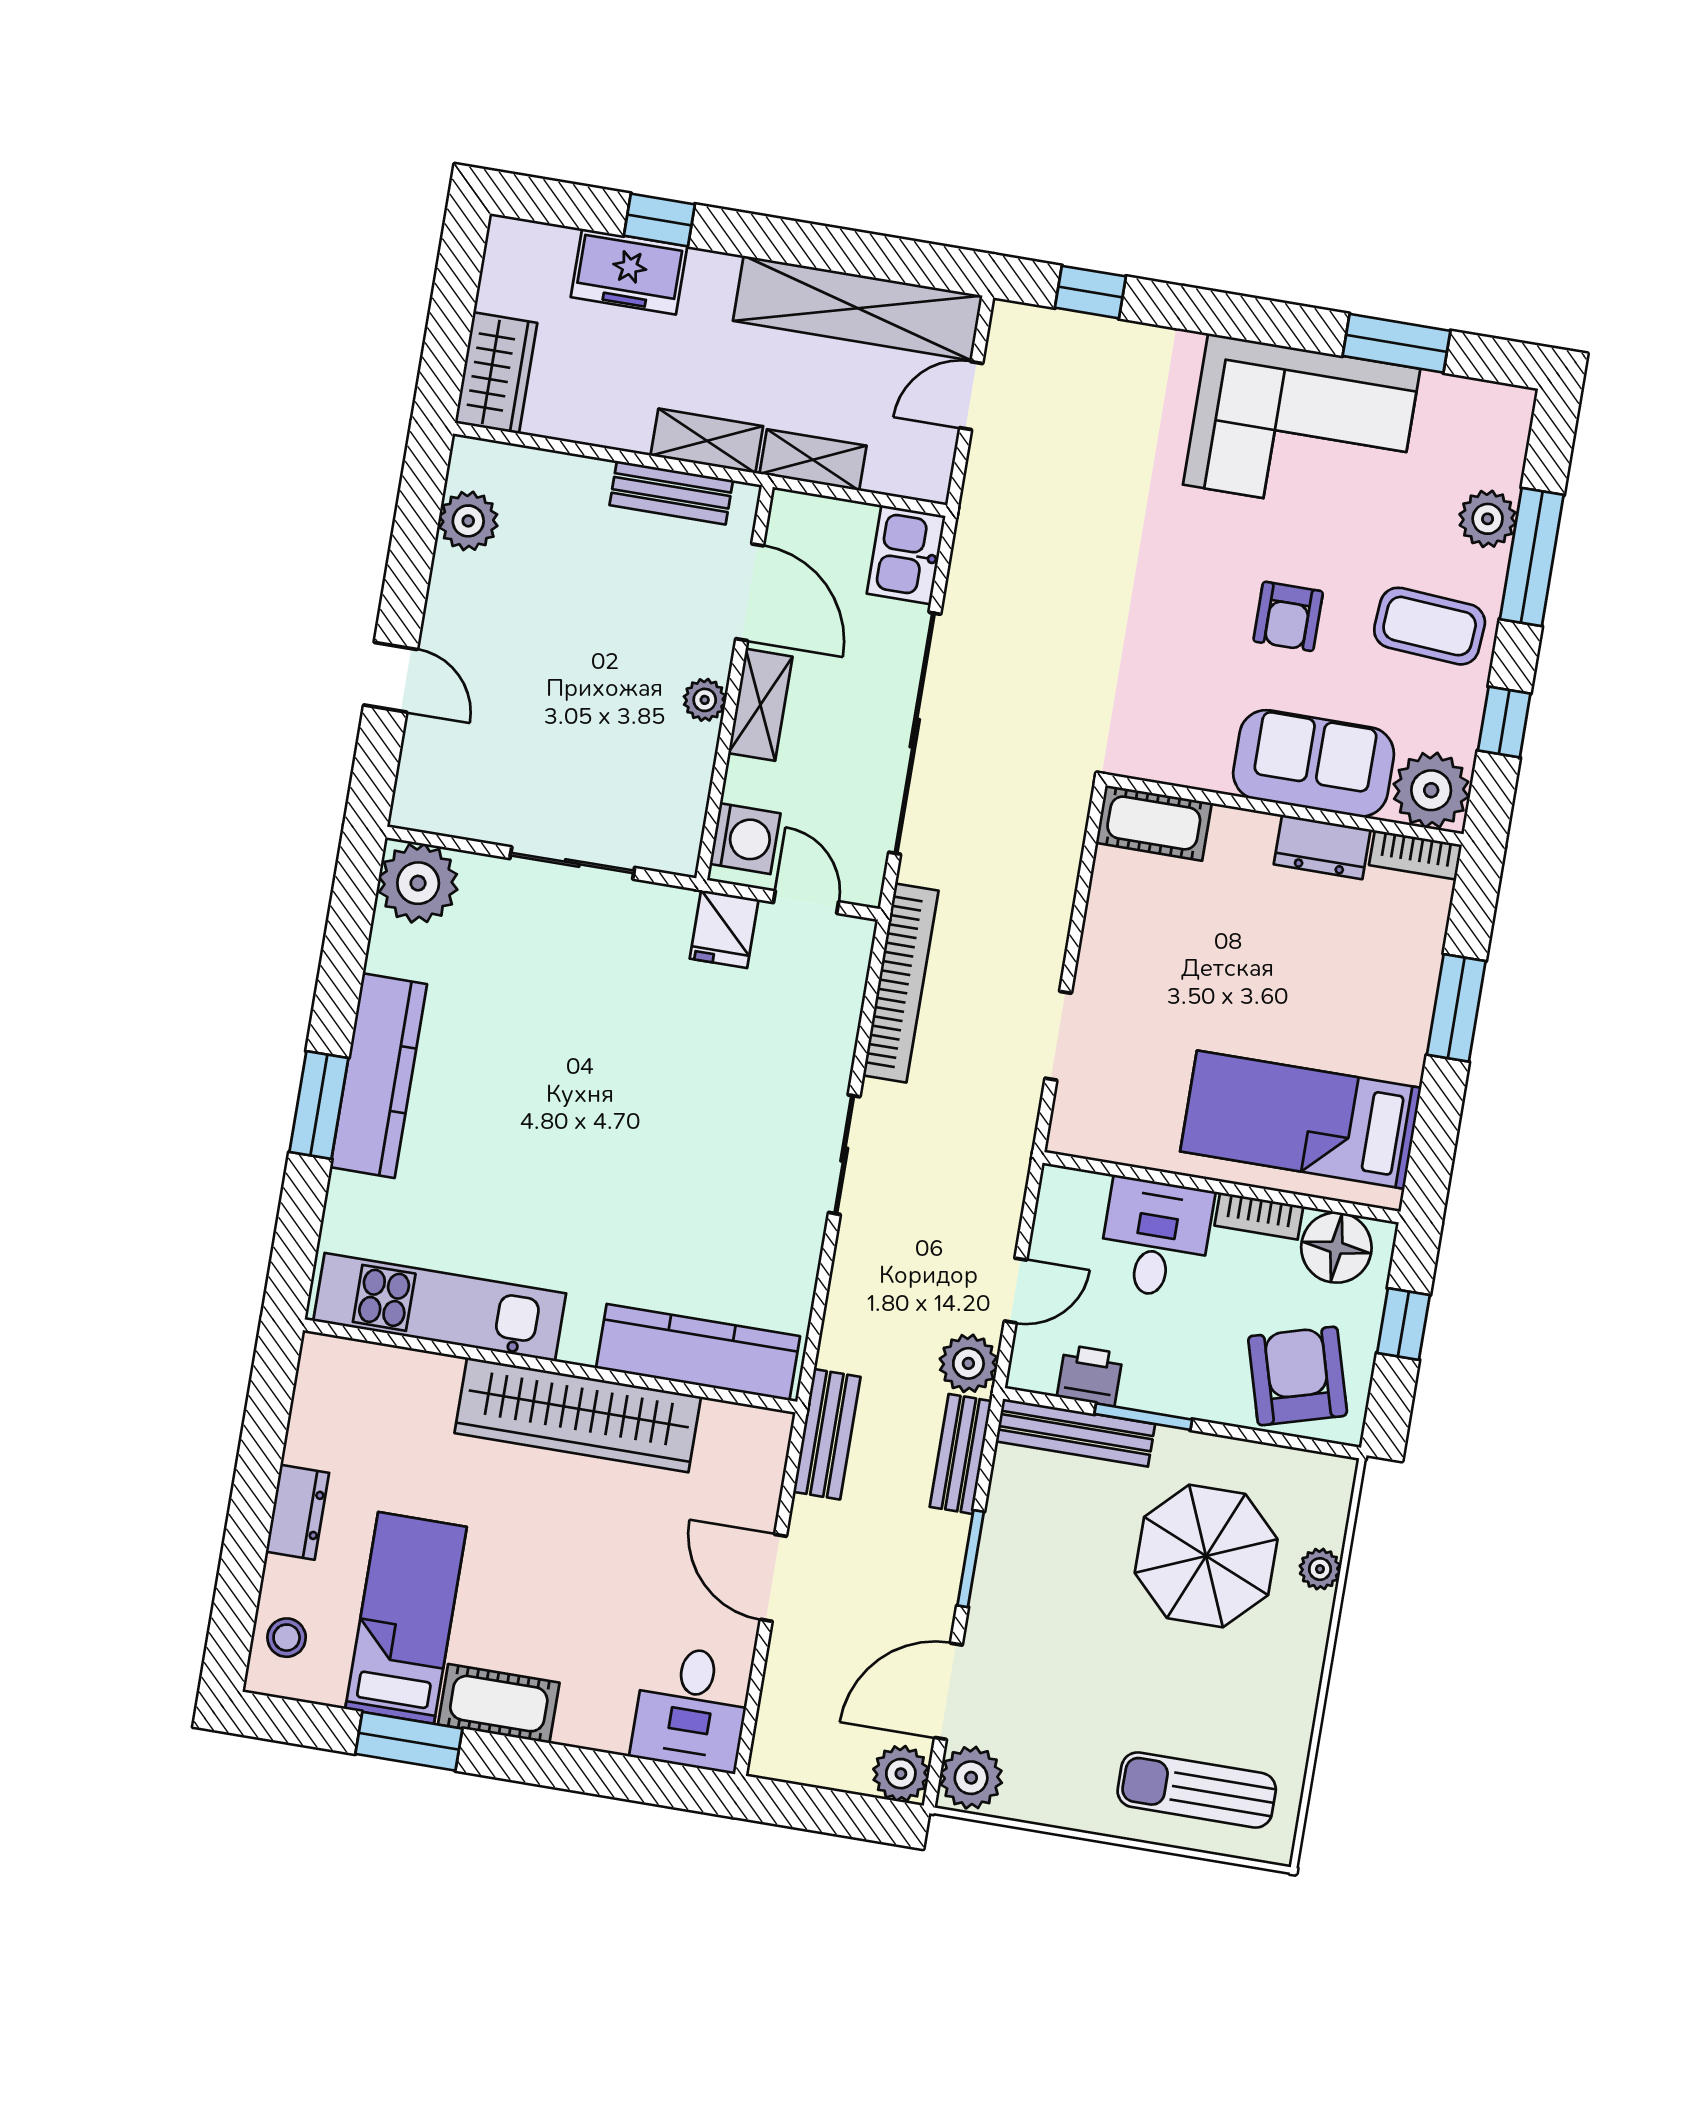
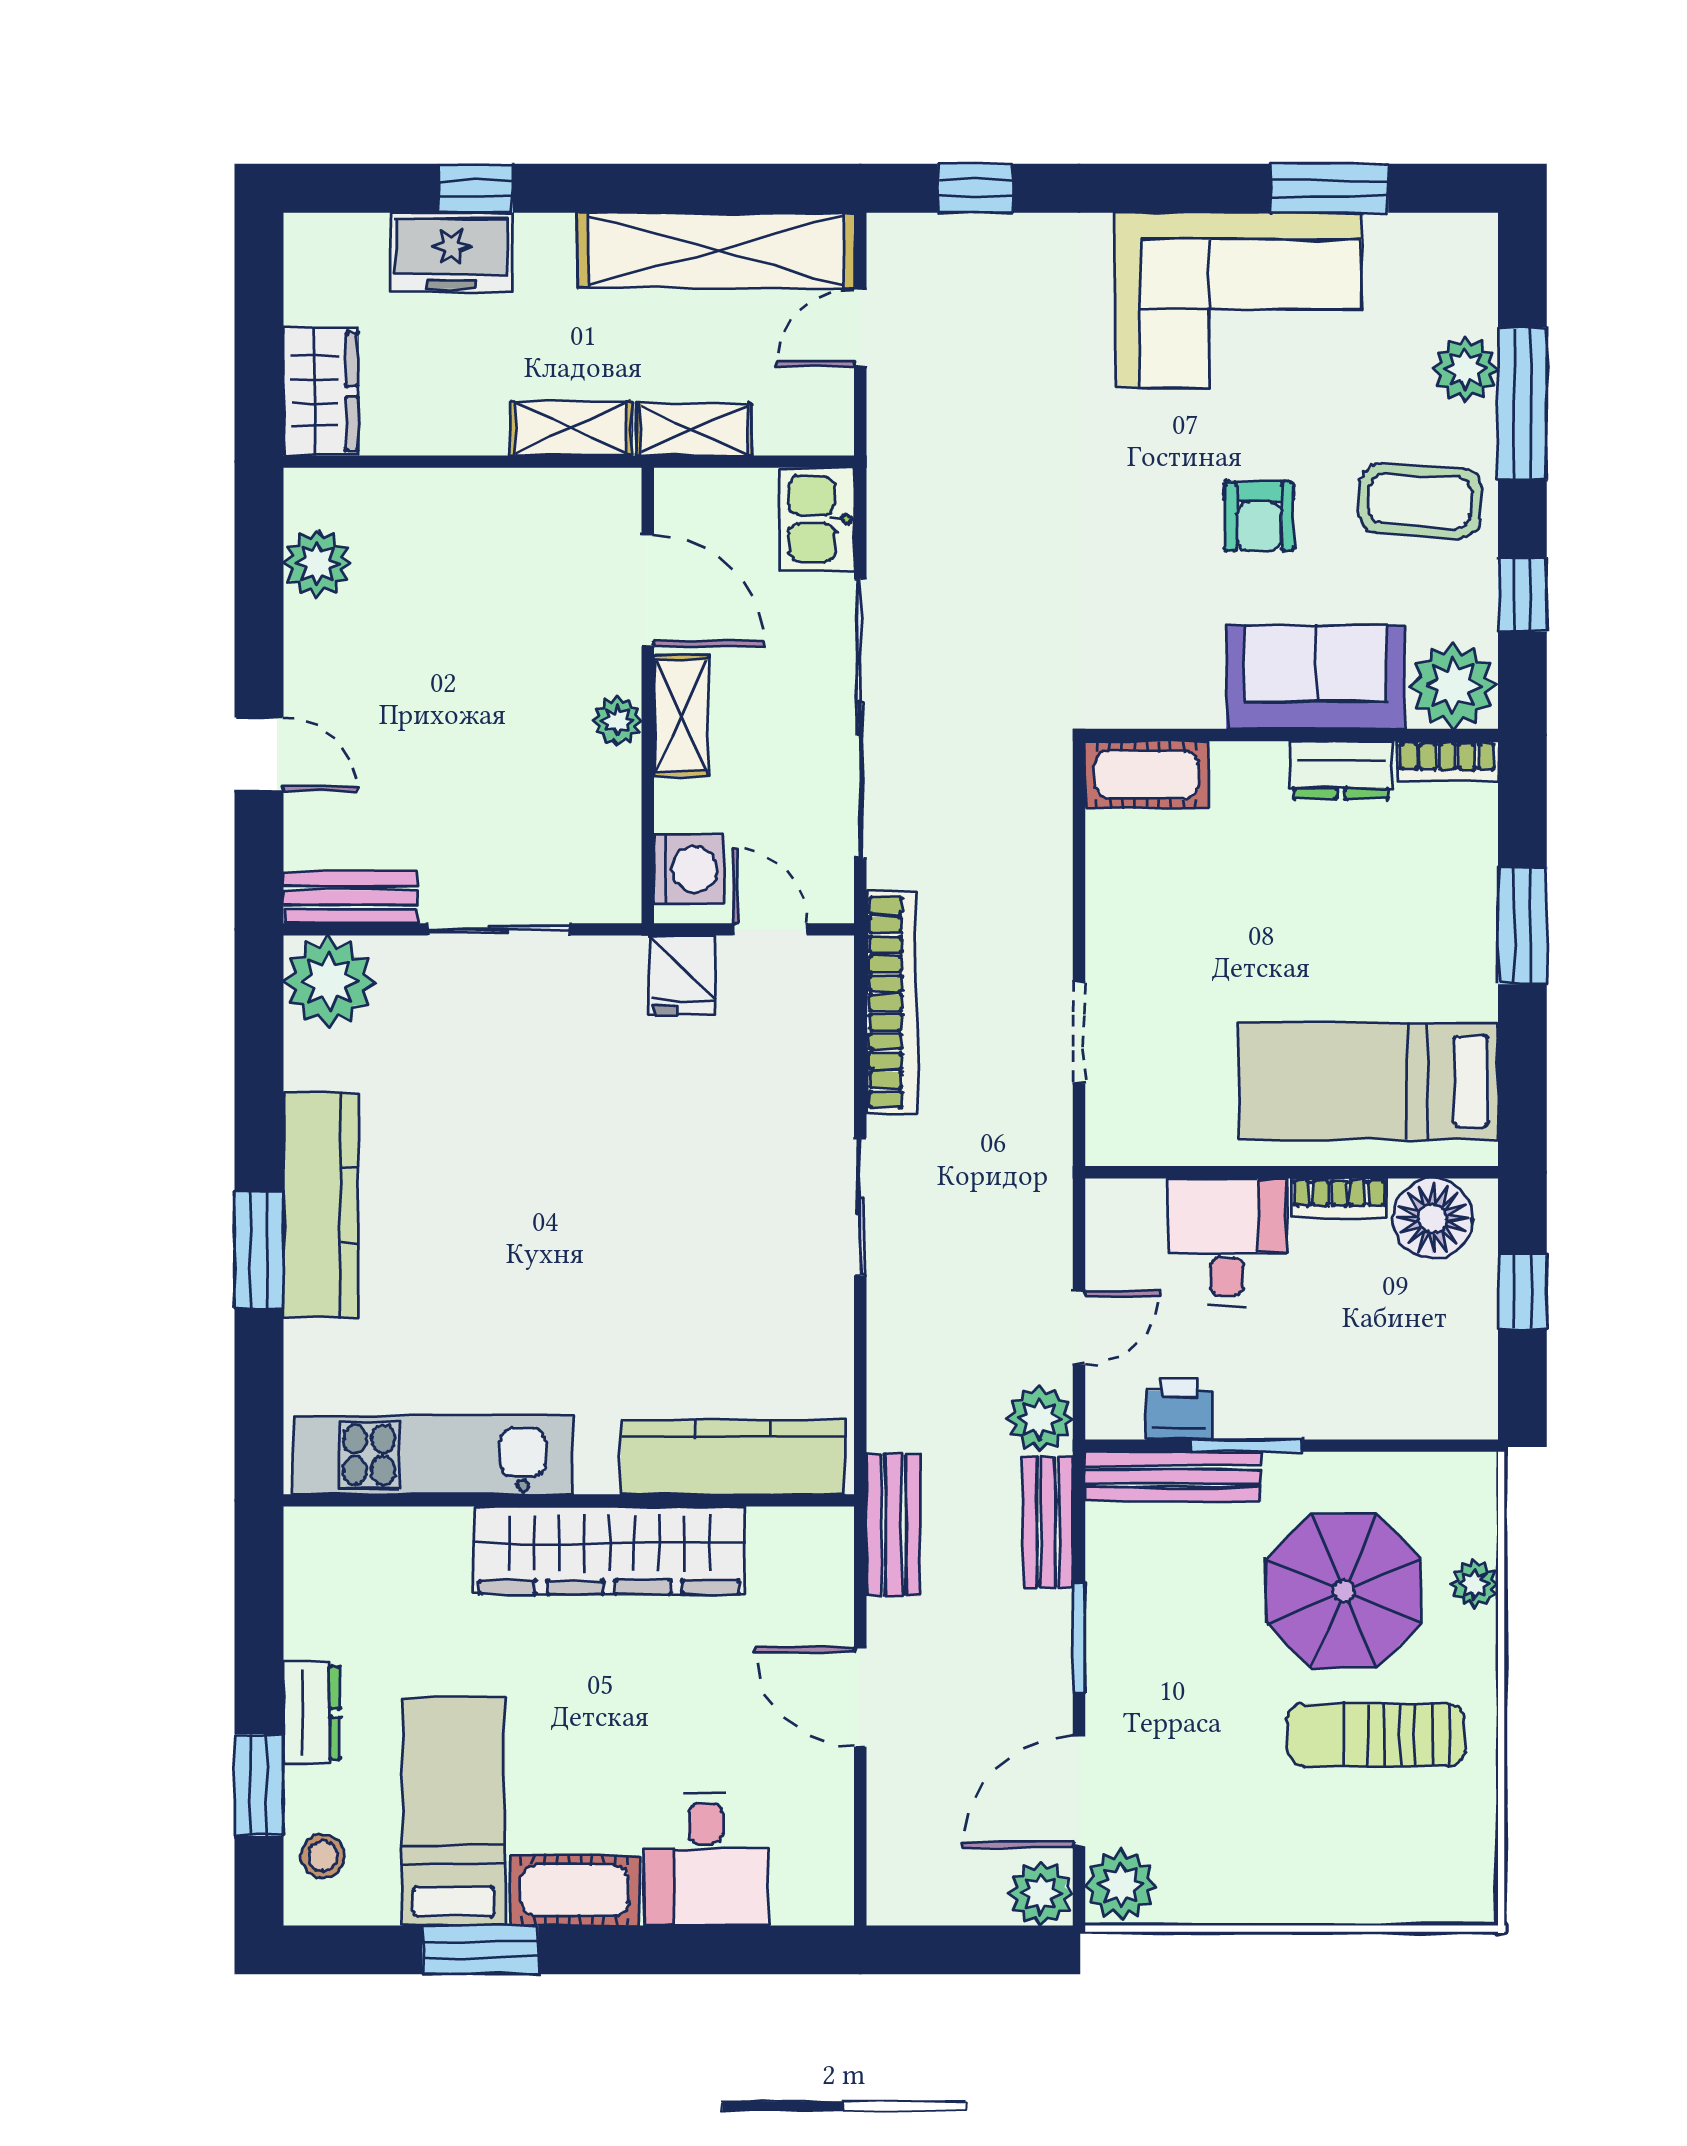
bench: (671, 493) -> (351, 898), moved
armchair: (1298, 1376) -> (1413, 1371), removed
window: (242, 1567) -> (259, 1785), added
desk: (692, 1708) -> (706, 1859), moved
sun lounger: (1197, 1790) -> (1376, 1735), moved

